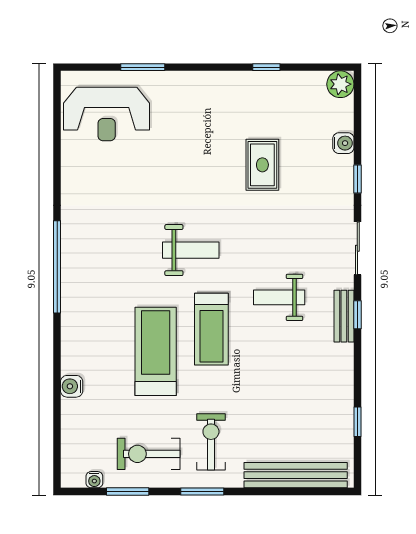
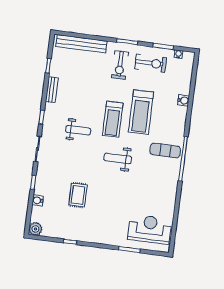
exercise mat: (96, 279) -> (165, 150), added
bench: (344, 316) -> (52, 90), moved
treadmill: (211, 329) -> (113, 119), turned 180

